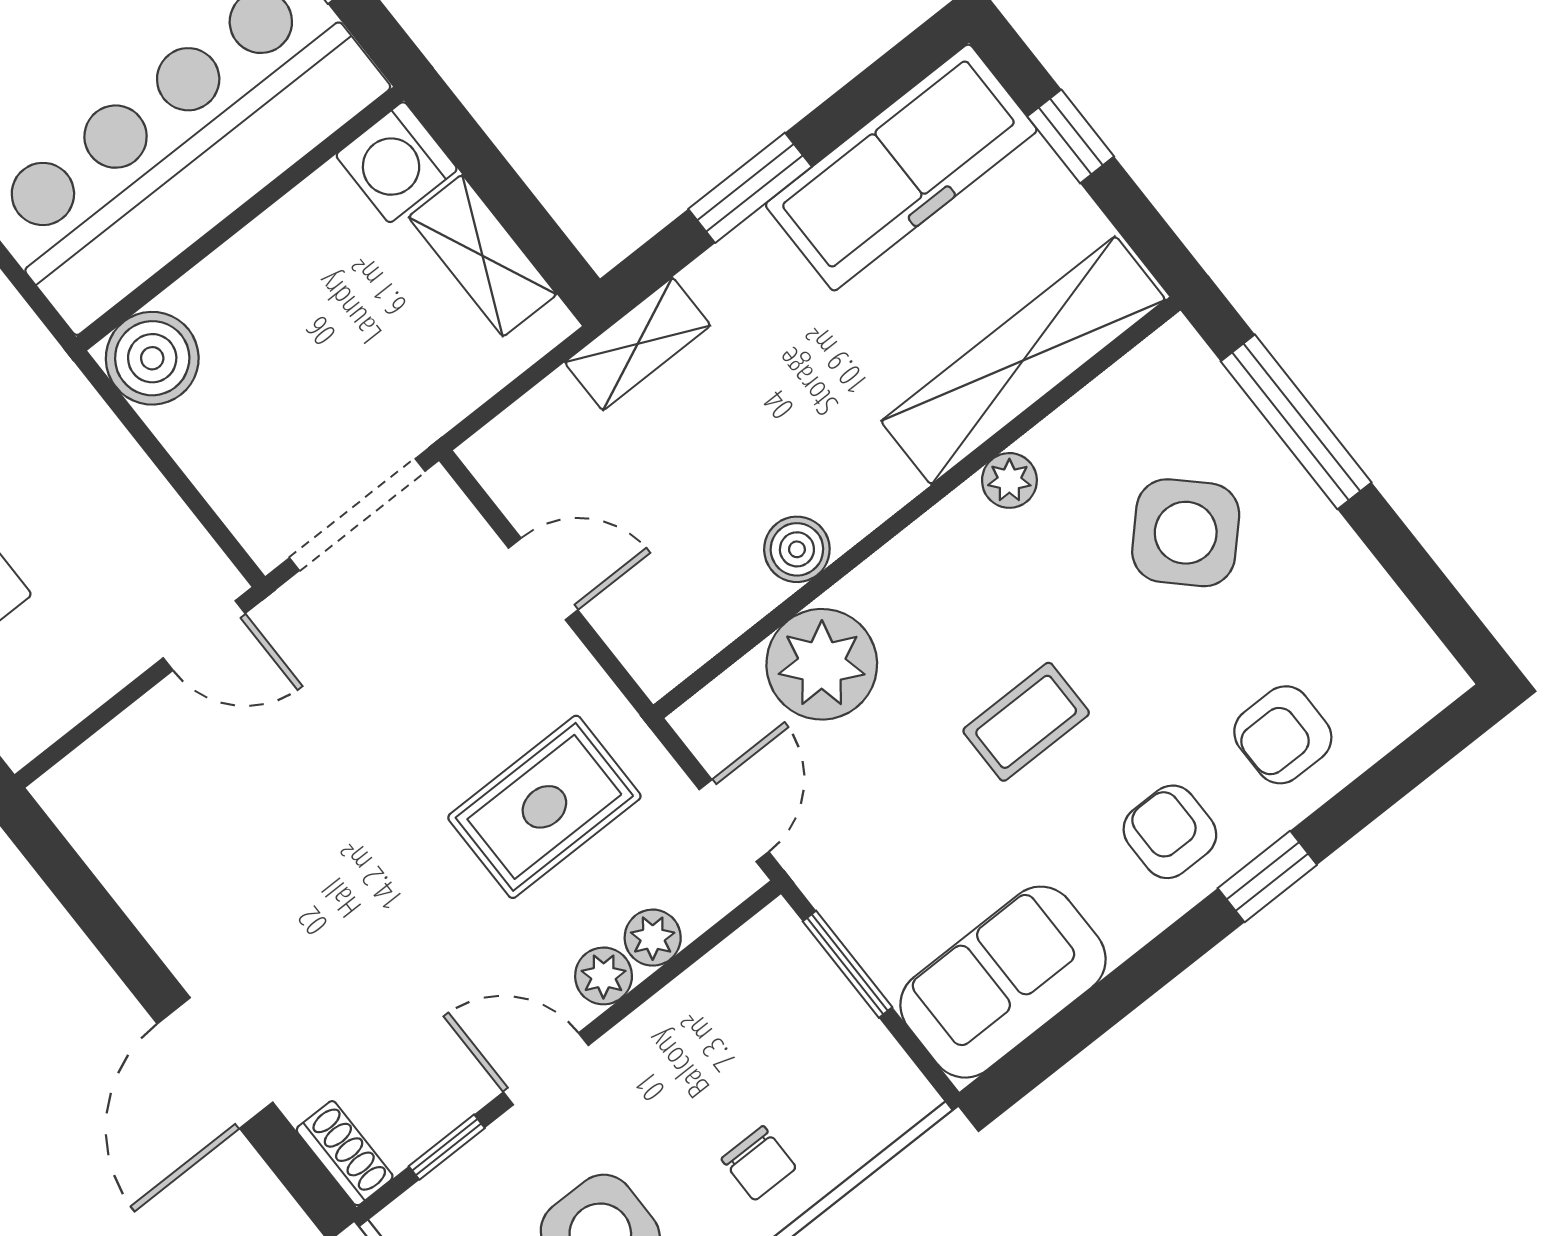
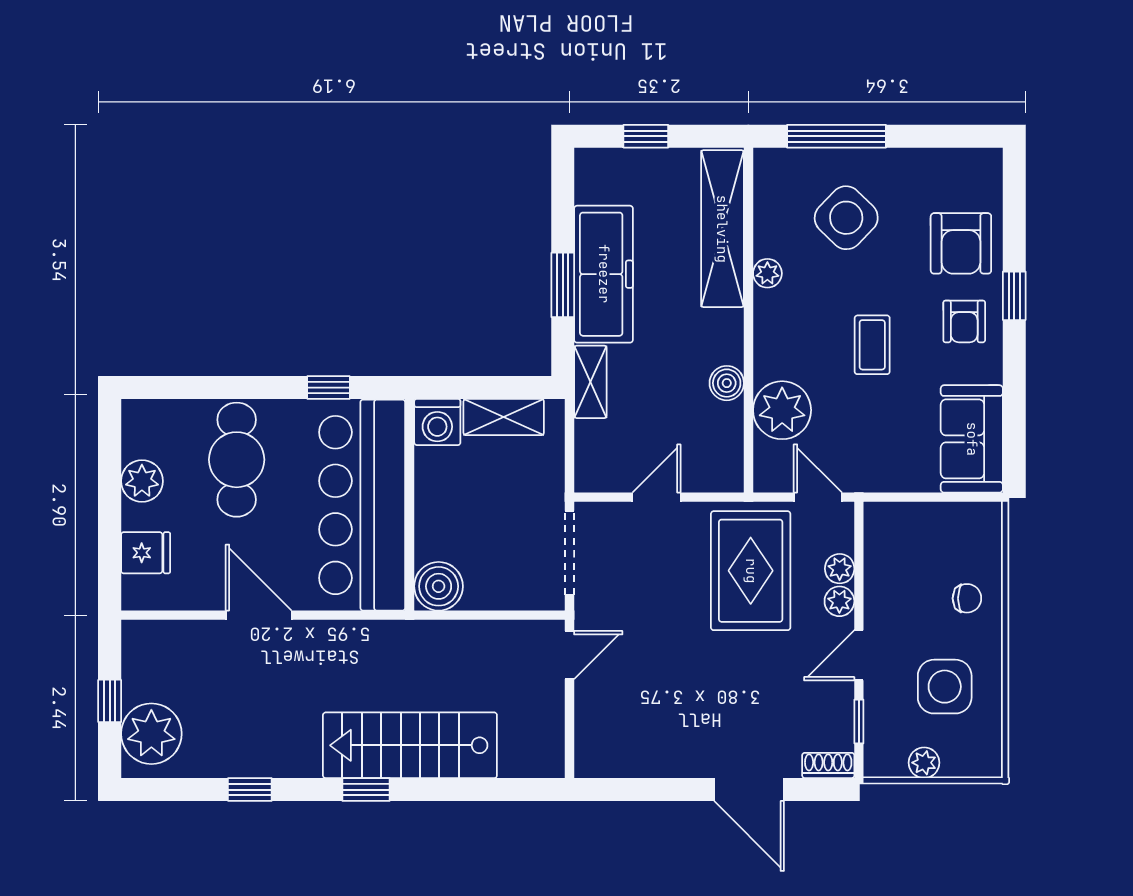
freezer: (901, 168) -> (604, 274), moved
armchair: (1283, 735) -> (961, 243), width x1.38, depth x1.38
rug: (544, 807) -> (751, 571), width x1.36, depth x1.43
armchair: (1170, 832) -> (964, 321), turned -90
window: (847, 964) -> (914, 497), removed

